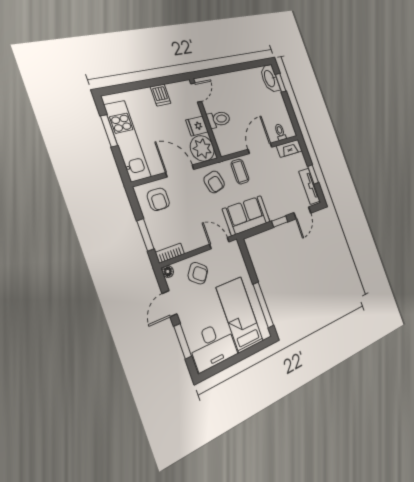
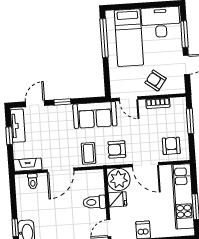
armchair: (214, 182) -> (117, 149), turned -75
bookcase: (170, 253) -> (158, 103), moved
floor lamp: (168, 271) -> (180, 89), removed

